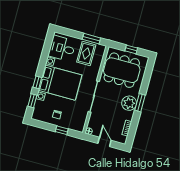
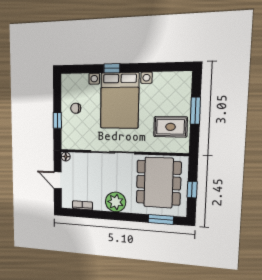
window: (91, 39) -> (195, 111), moved
desk: (62, 48) -> (170, 90), removed
window: (32, 101) -> (85, 69), removed
window: (140, 103) -> (161, 219), moved
door: (105, 142) -> (58, 180), swing flipped

